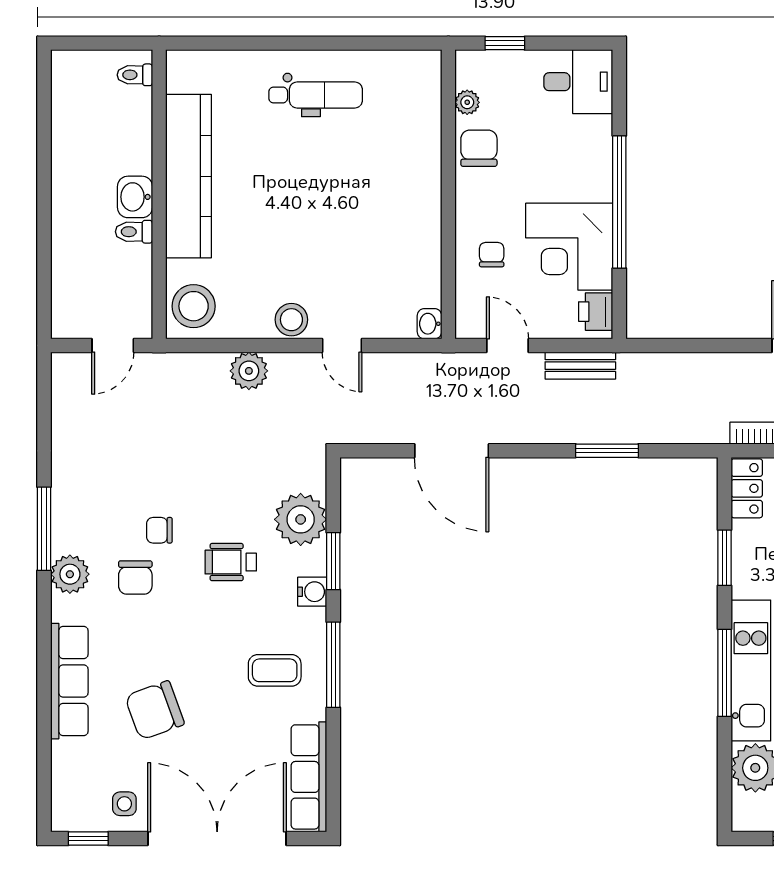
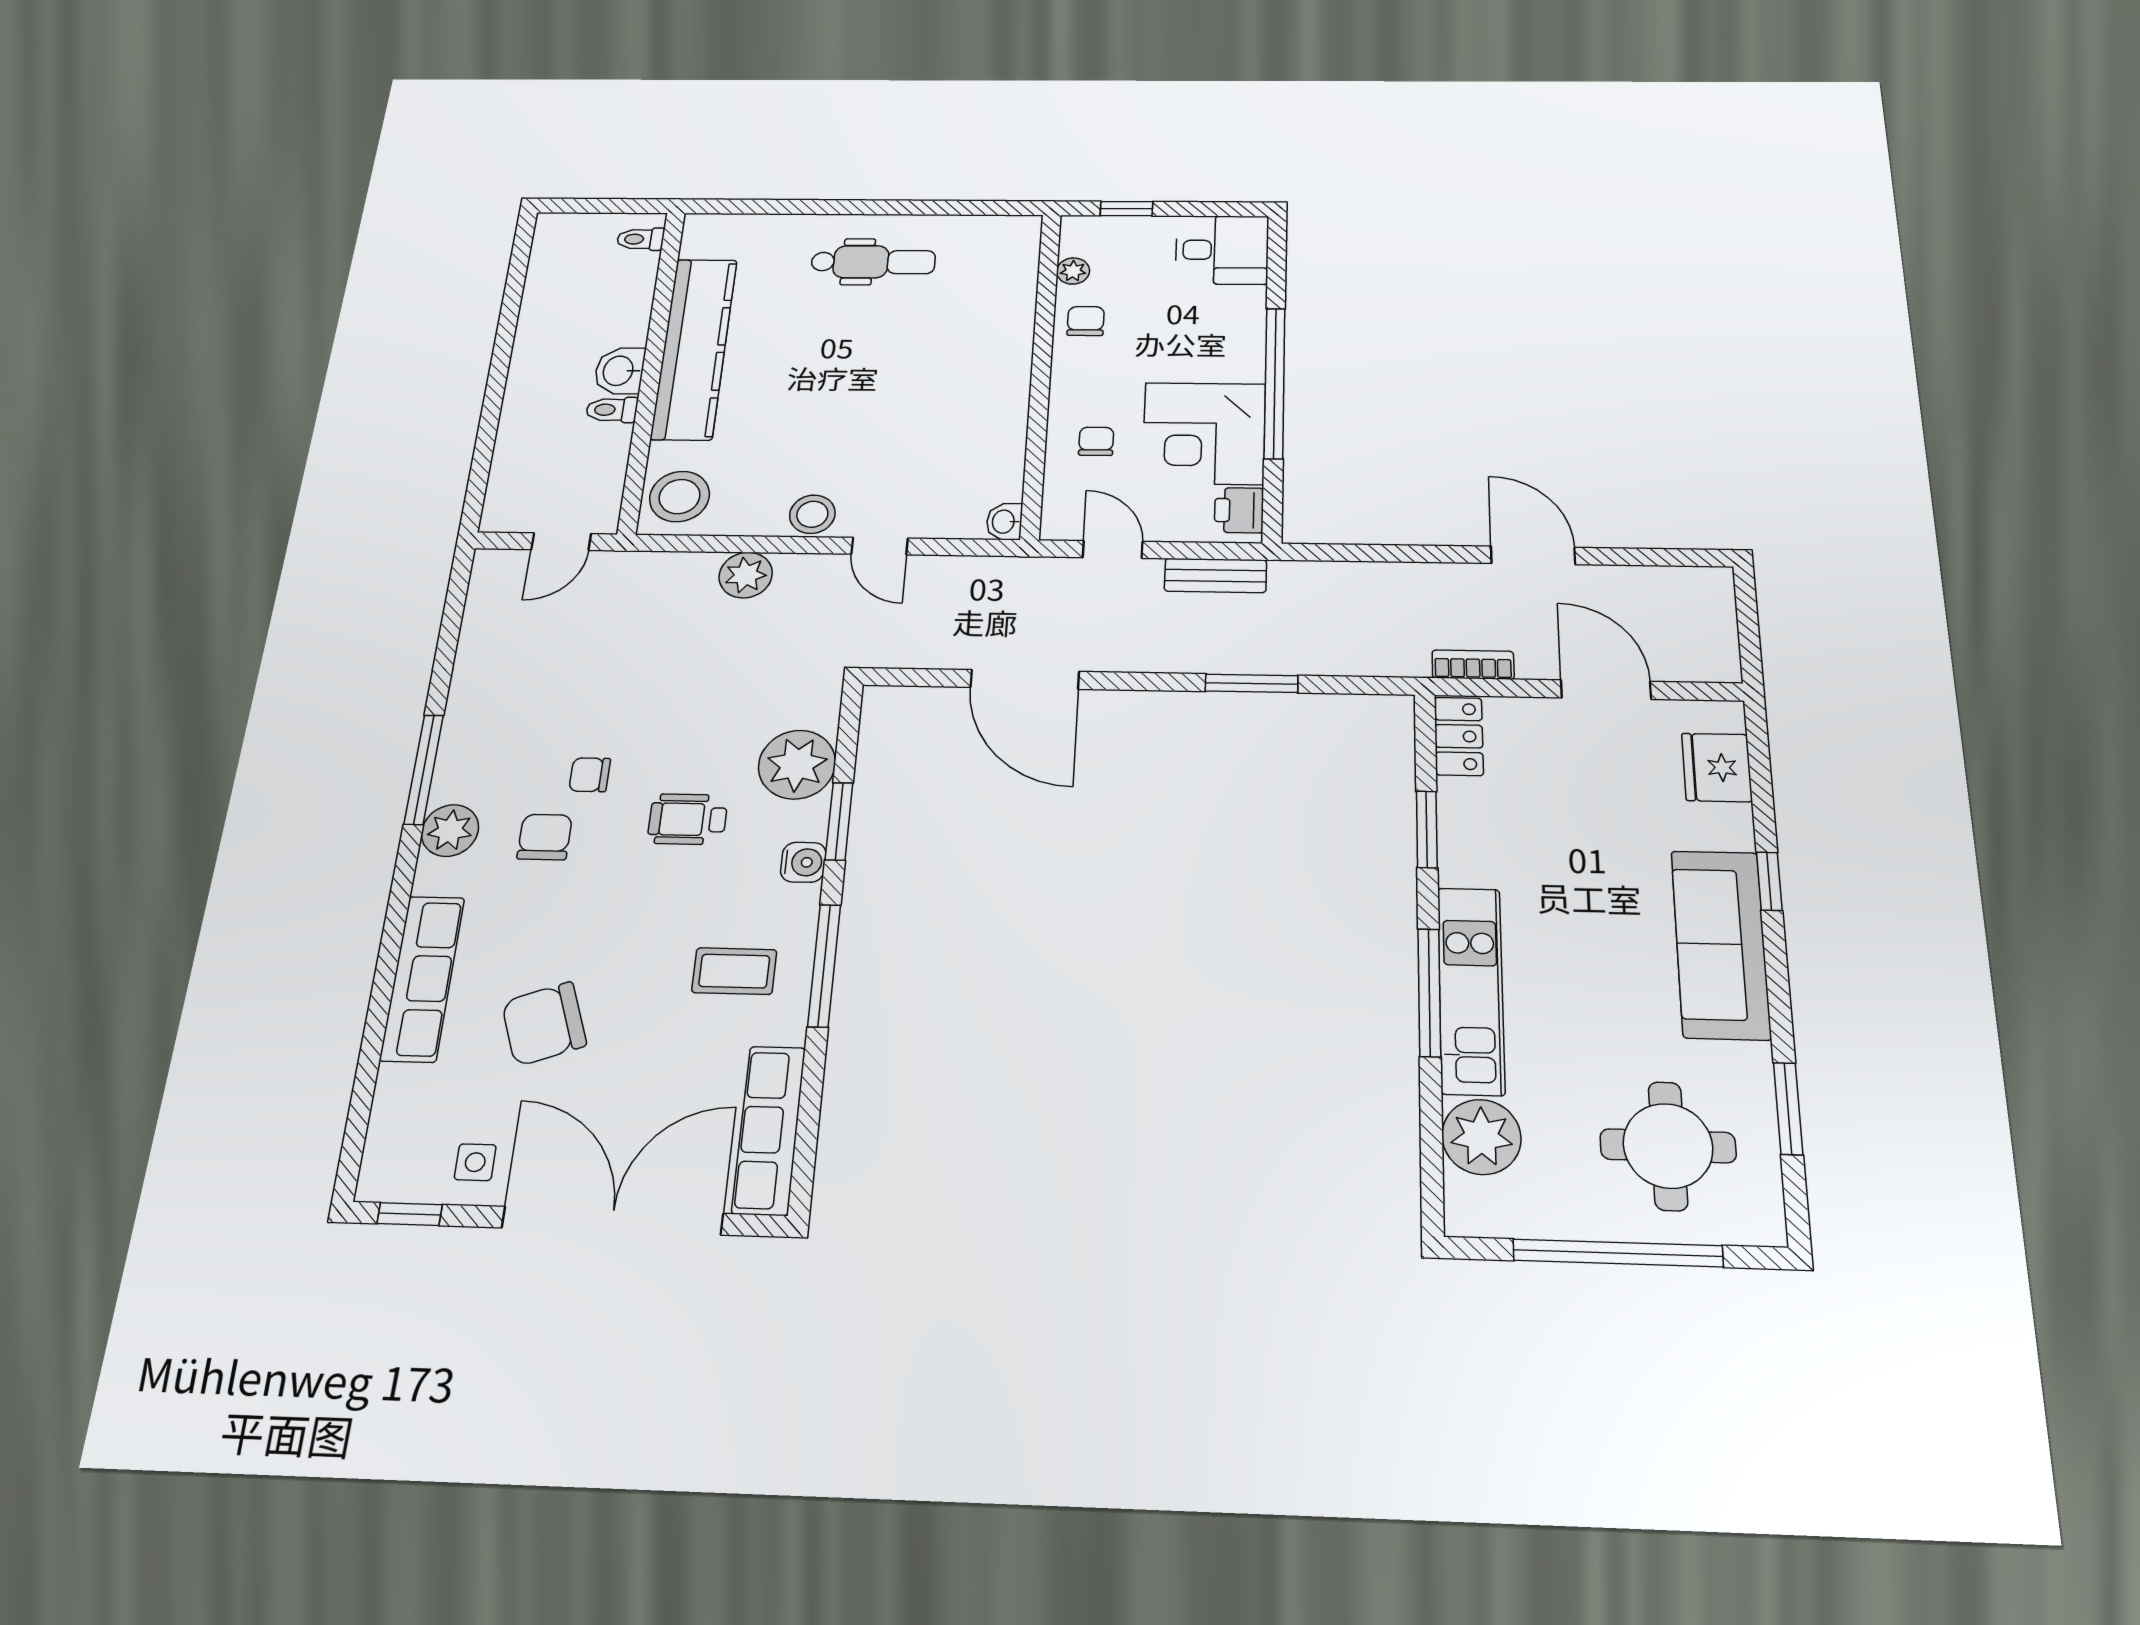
chair: (479, 148) -> (1086, 321), width x0.73, depth x0.73
chair: (135, 577) -> (545, 837), turned 180

